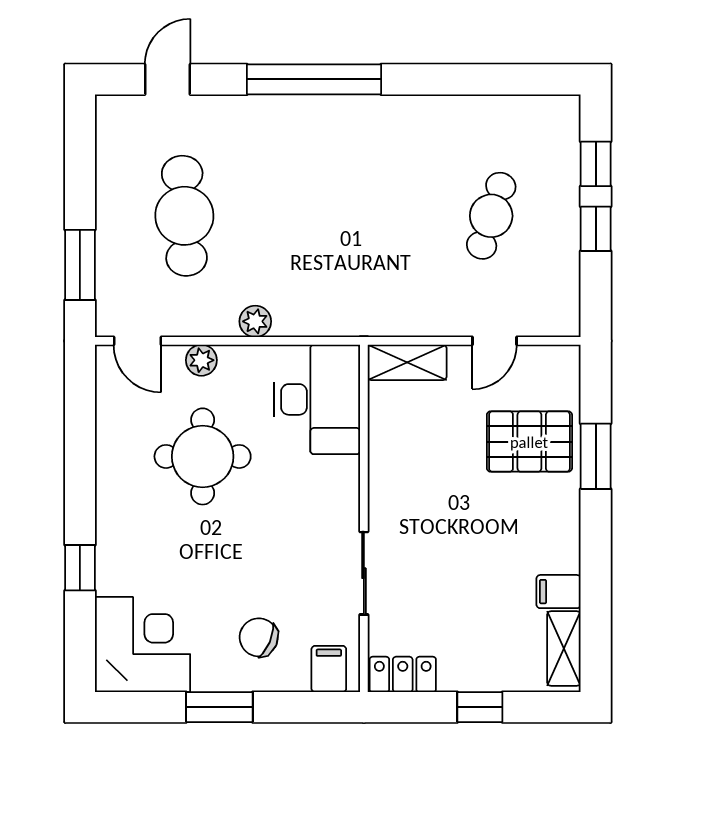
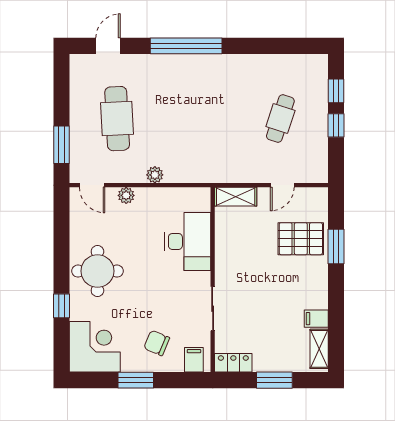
desk: (317, 399) -> (188, 241), moved
round table: (203, 456) -> (97, 271), moved
window: (480, 707) -> (274, 380), width x1.50

